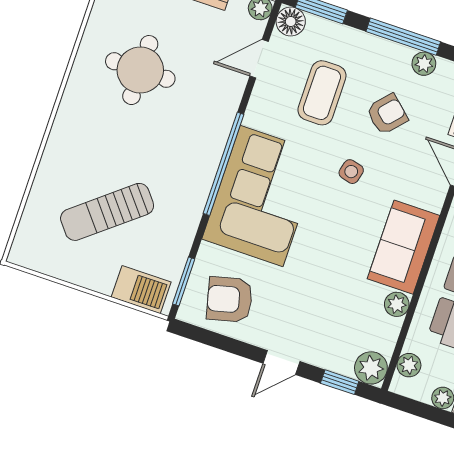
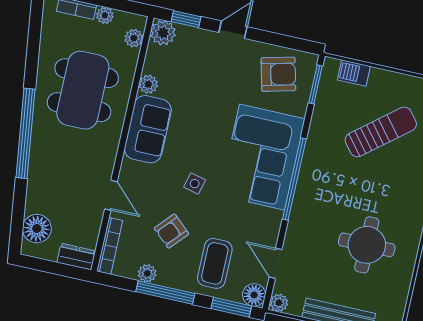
door: (259, 59) -> (275, 263), swing flipped
coffee table: (322, 93) -> (215, 263), moved
barbecue: (141, 290) -> (354, 73), width x0.73, depth x0.79

